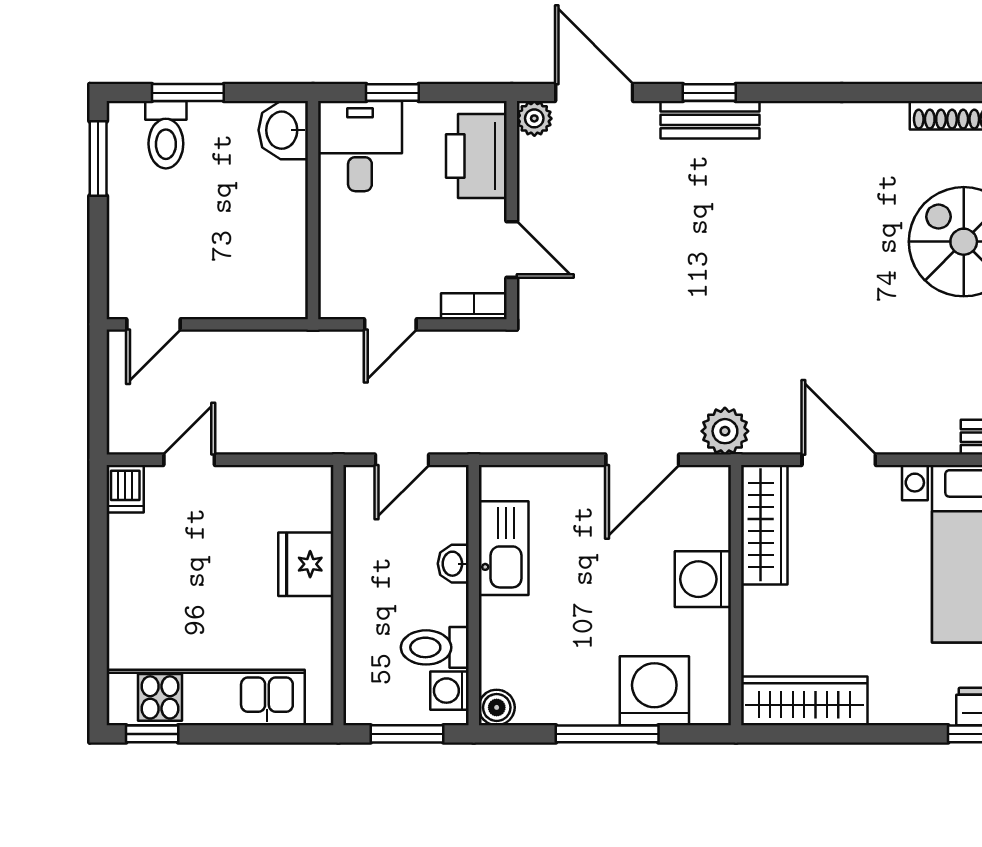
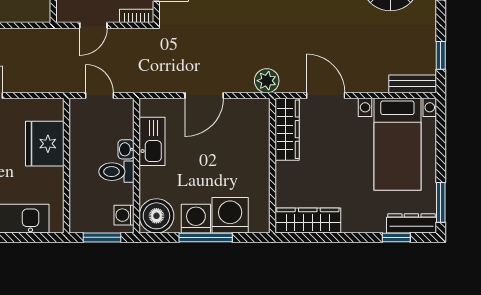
door: (402, 460) -> (99, 95), swing flipped
door: (642, 460) -> (204, 95), moved
fridge: (306, 564) -> (45, 144), width x1.36, depth x1.34
washing machine: (703, 579) -> (196, 219), moved, turned 90
toilet: (435, 647) -> (116, 172), moved
boiler: (497, 707) -> (156, 216), width x1.86, depth x1.86

